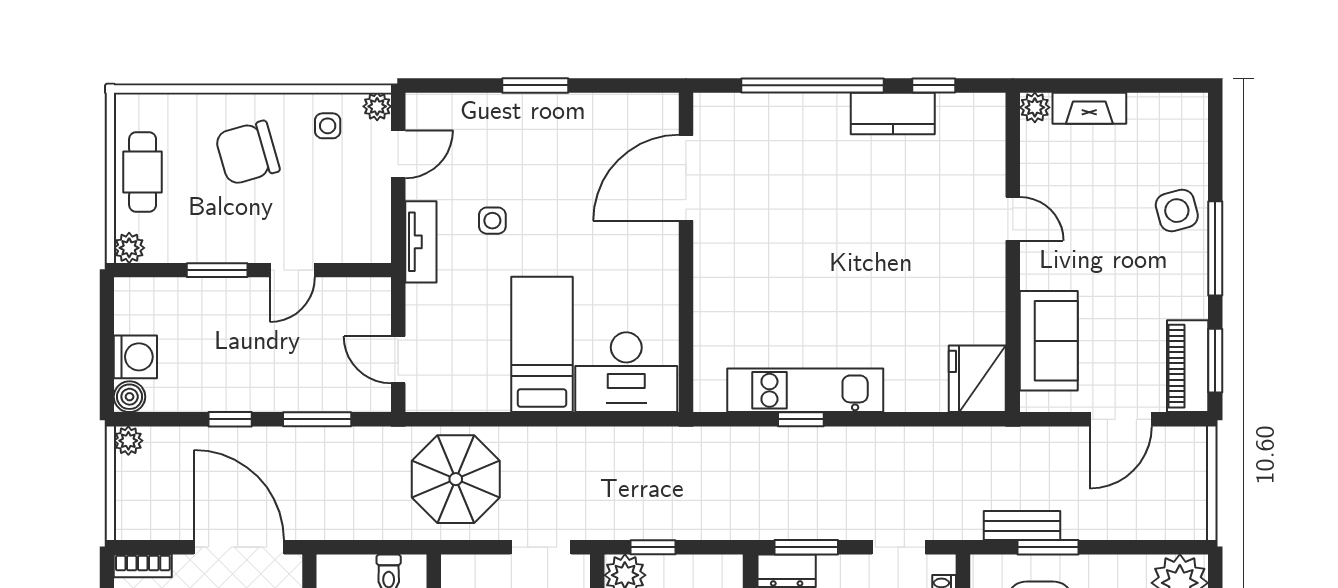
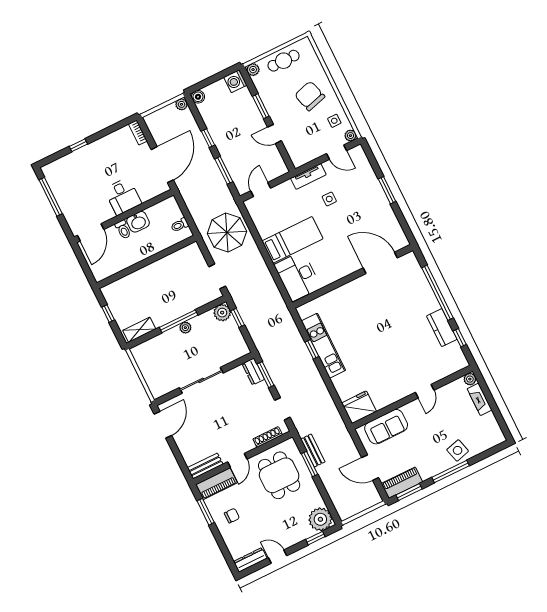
washing machine: (135, 357) -> (235, 81), moved, turned 90

